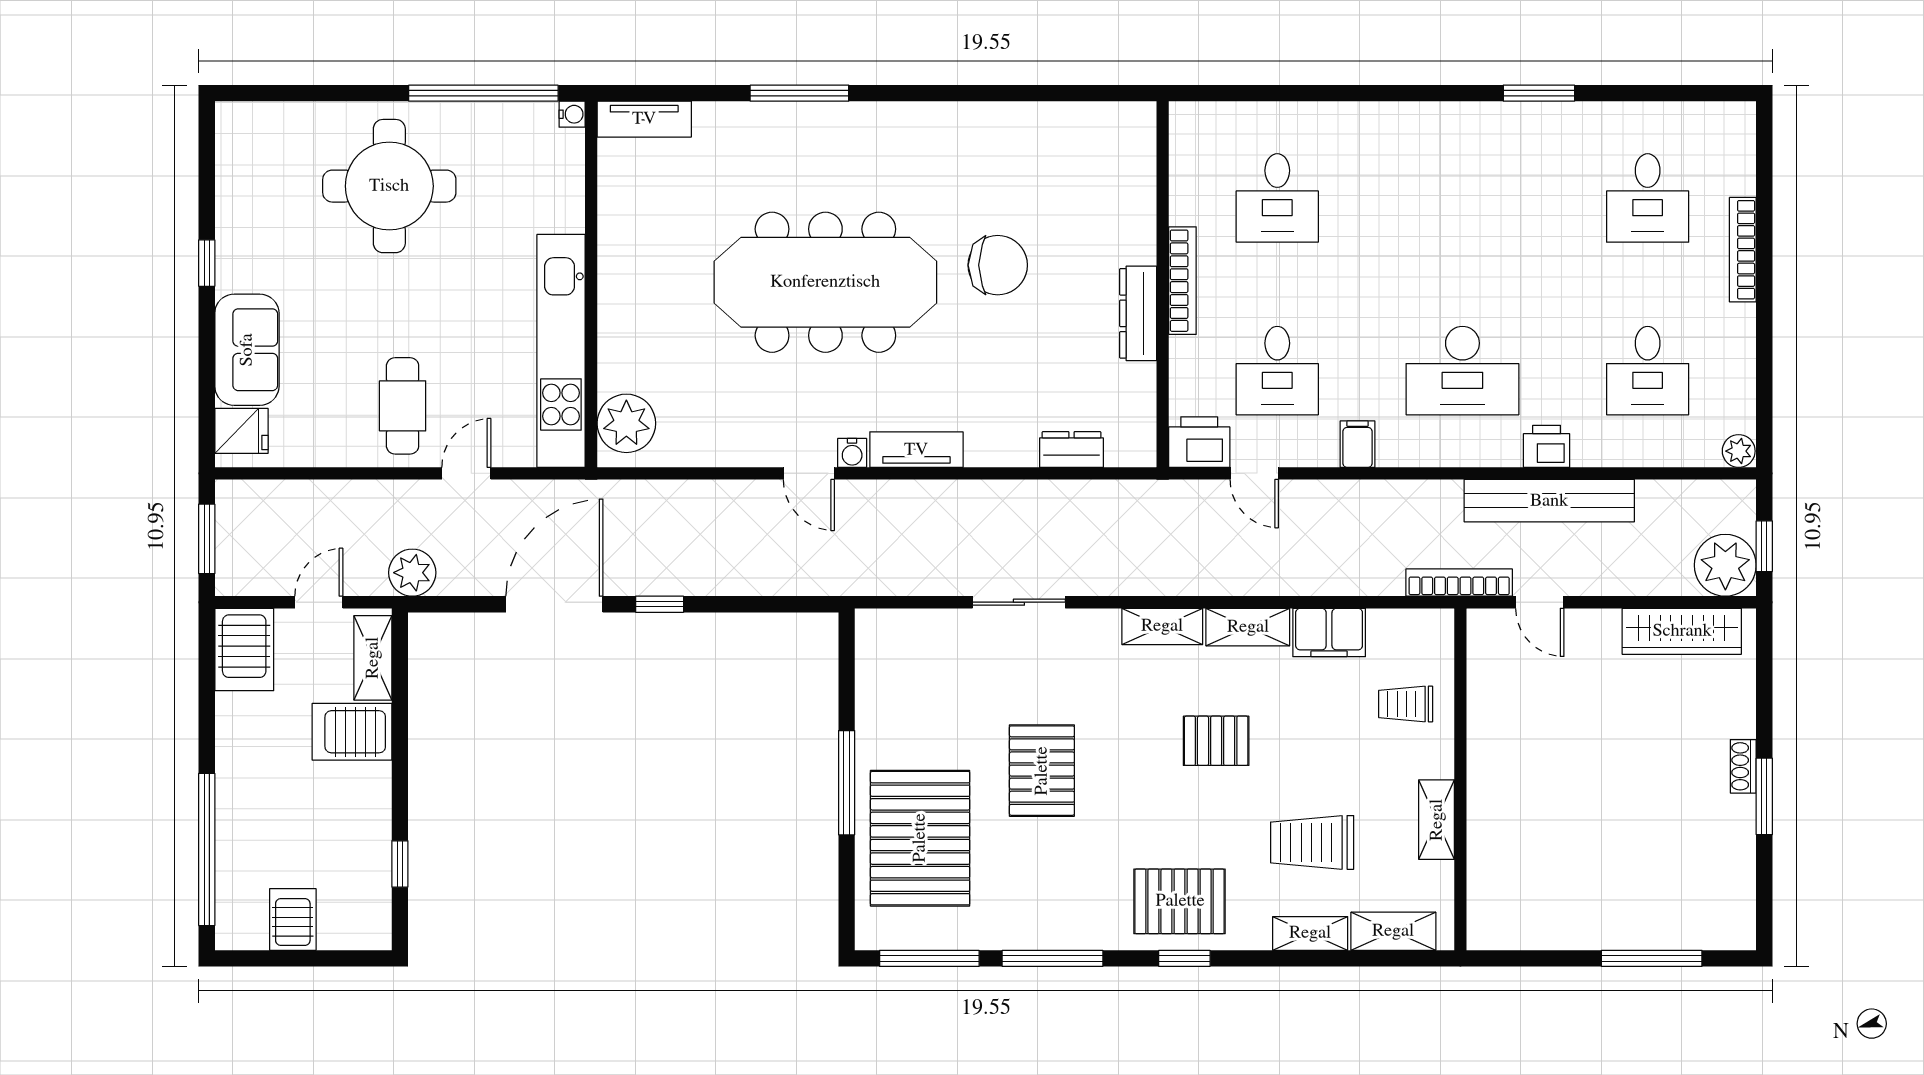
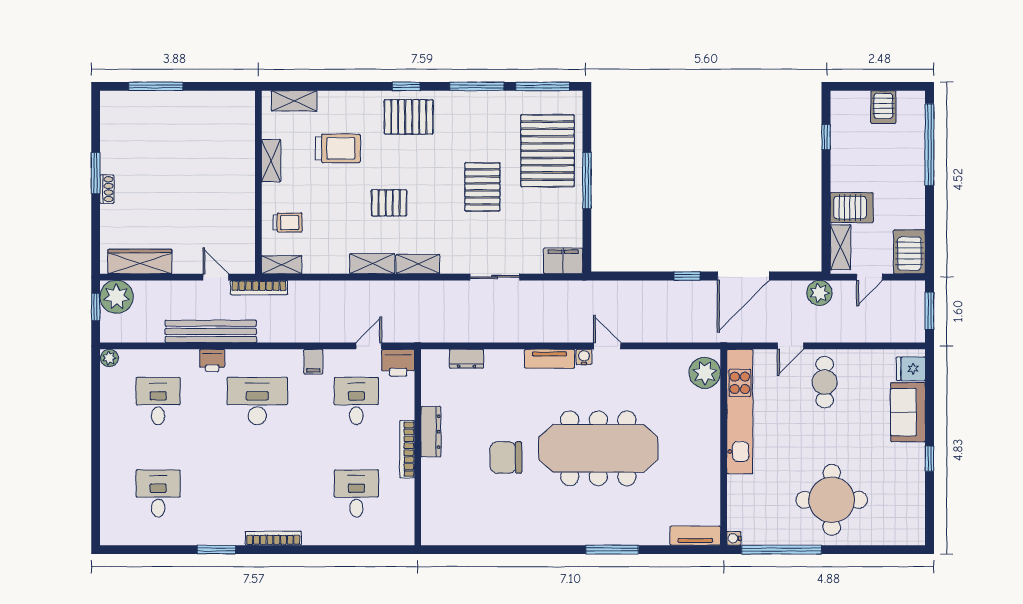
bookcase: (1743, 250) -> (273, 538), moved, turned -90
door: (1254, 473) -> (369, 346), hinge flipped
filing cabinet: (1329, 632) -> (563, 261), moved
shelving: (1310, 933) -> (282, 265), moved

